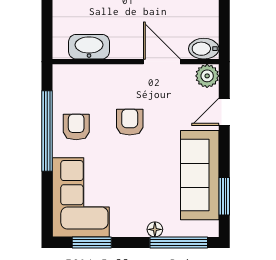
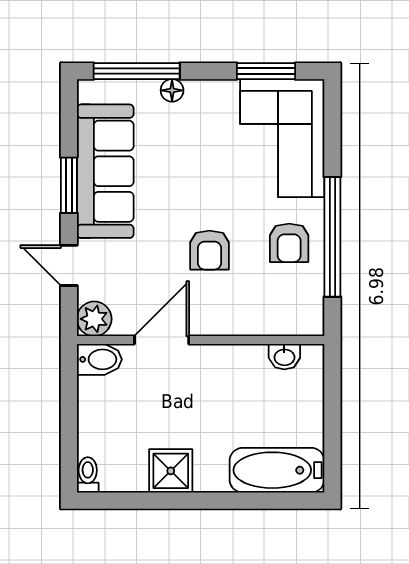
washbasin: (89, 47) -> (284, 357), width x0.52, depth x0.69
door: (162, 62) -> (162, 340), swing flipped
door: (224, 112) -> (69, 265), swing flipped
window: (224, 196) -> (69, 185), moved

